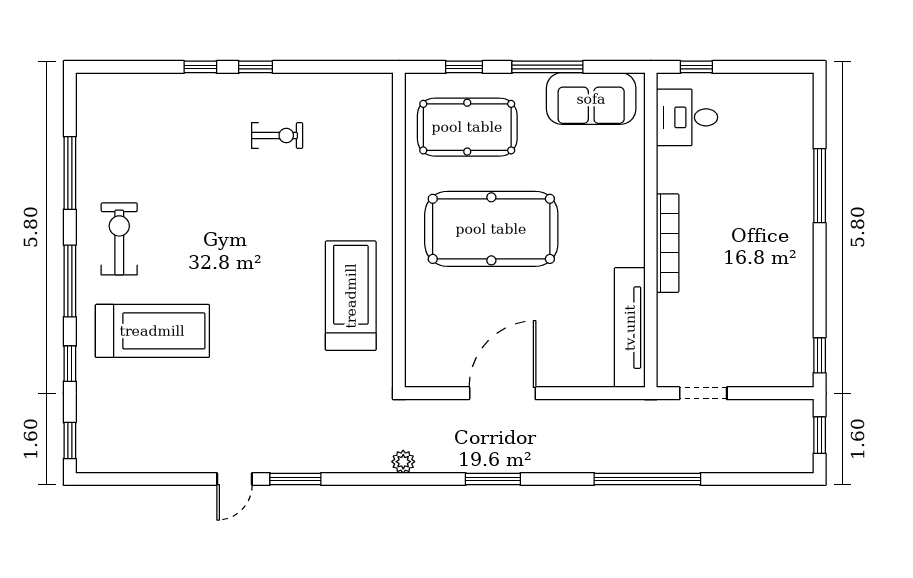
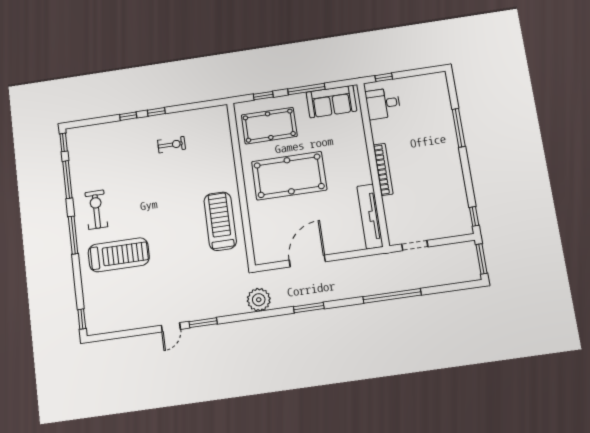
window: (70, 364) -> (64, 142), moved
window: (820, 435) -> (481, 259), width x1.50
plant: (403, 462) -> (259, 300), width x1.87, depth x1.87

